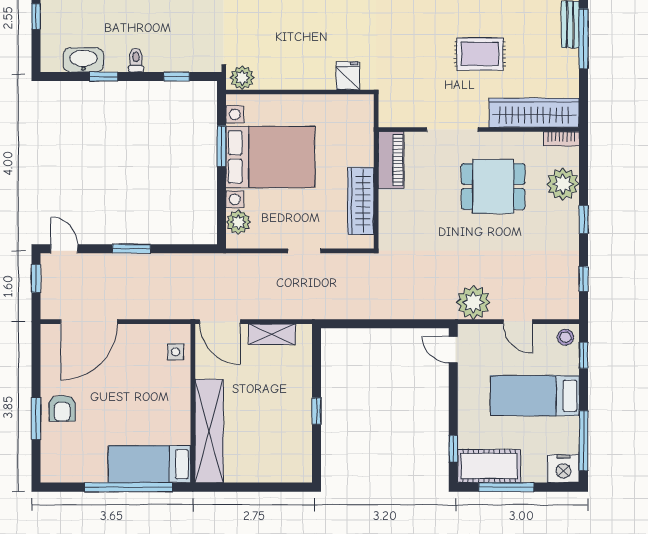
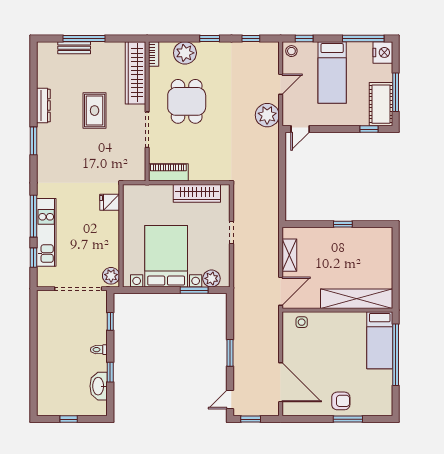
window: (222, 146) -> (194, 290), moved

